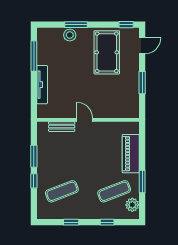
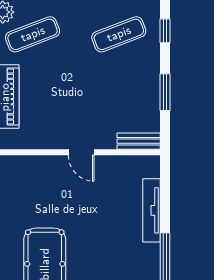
bench: (62, 127) -> (139, 141), moved
window: (34, 181) -> (165, 31), moved

